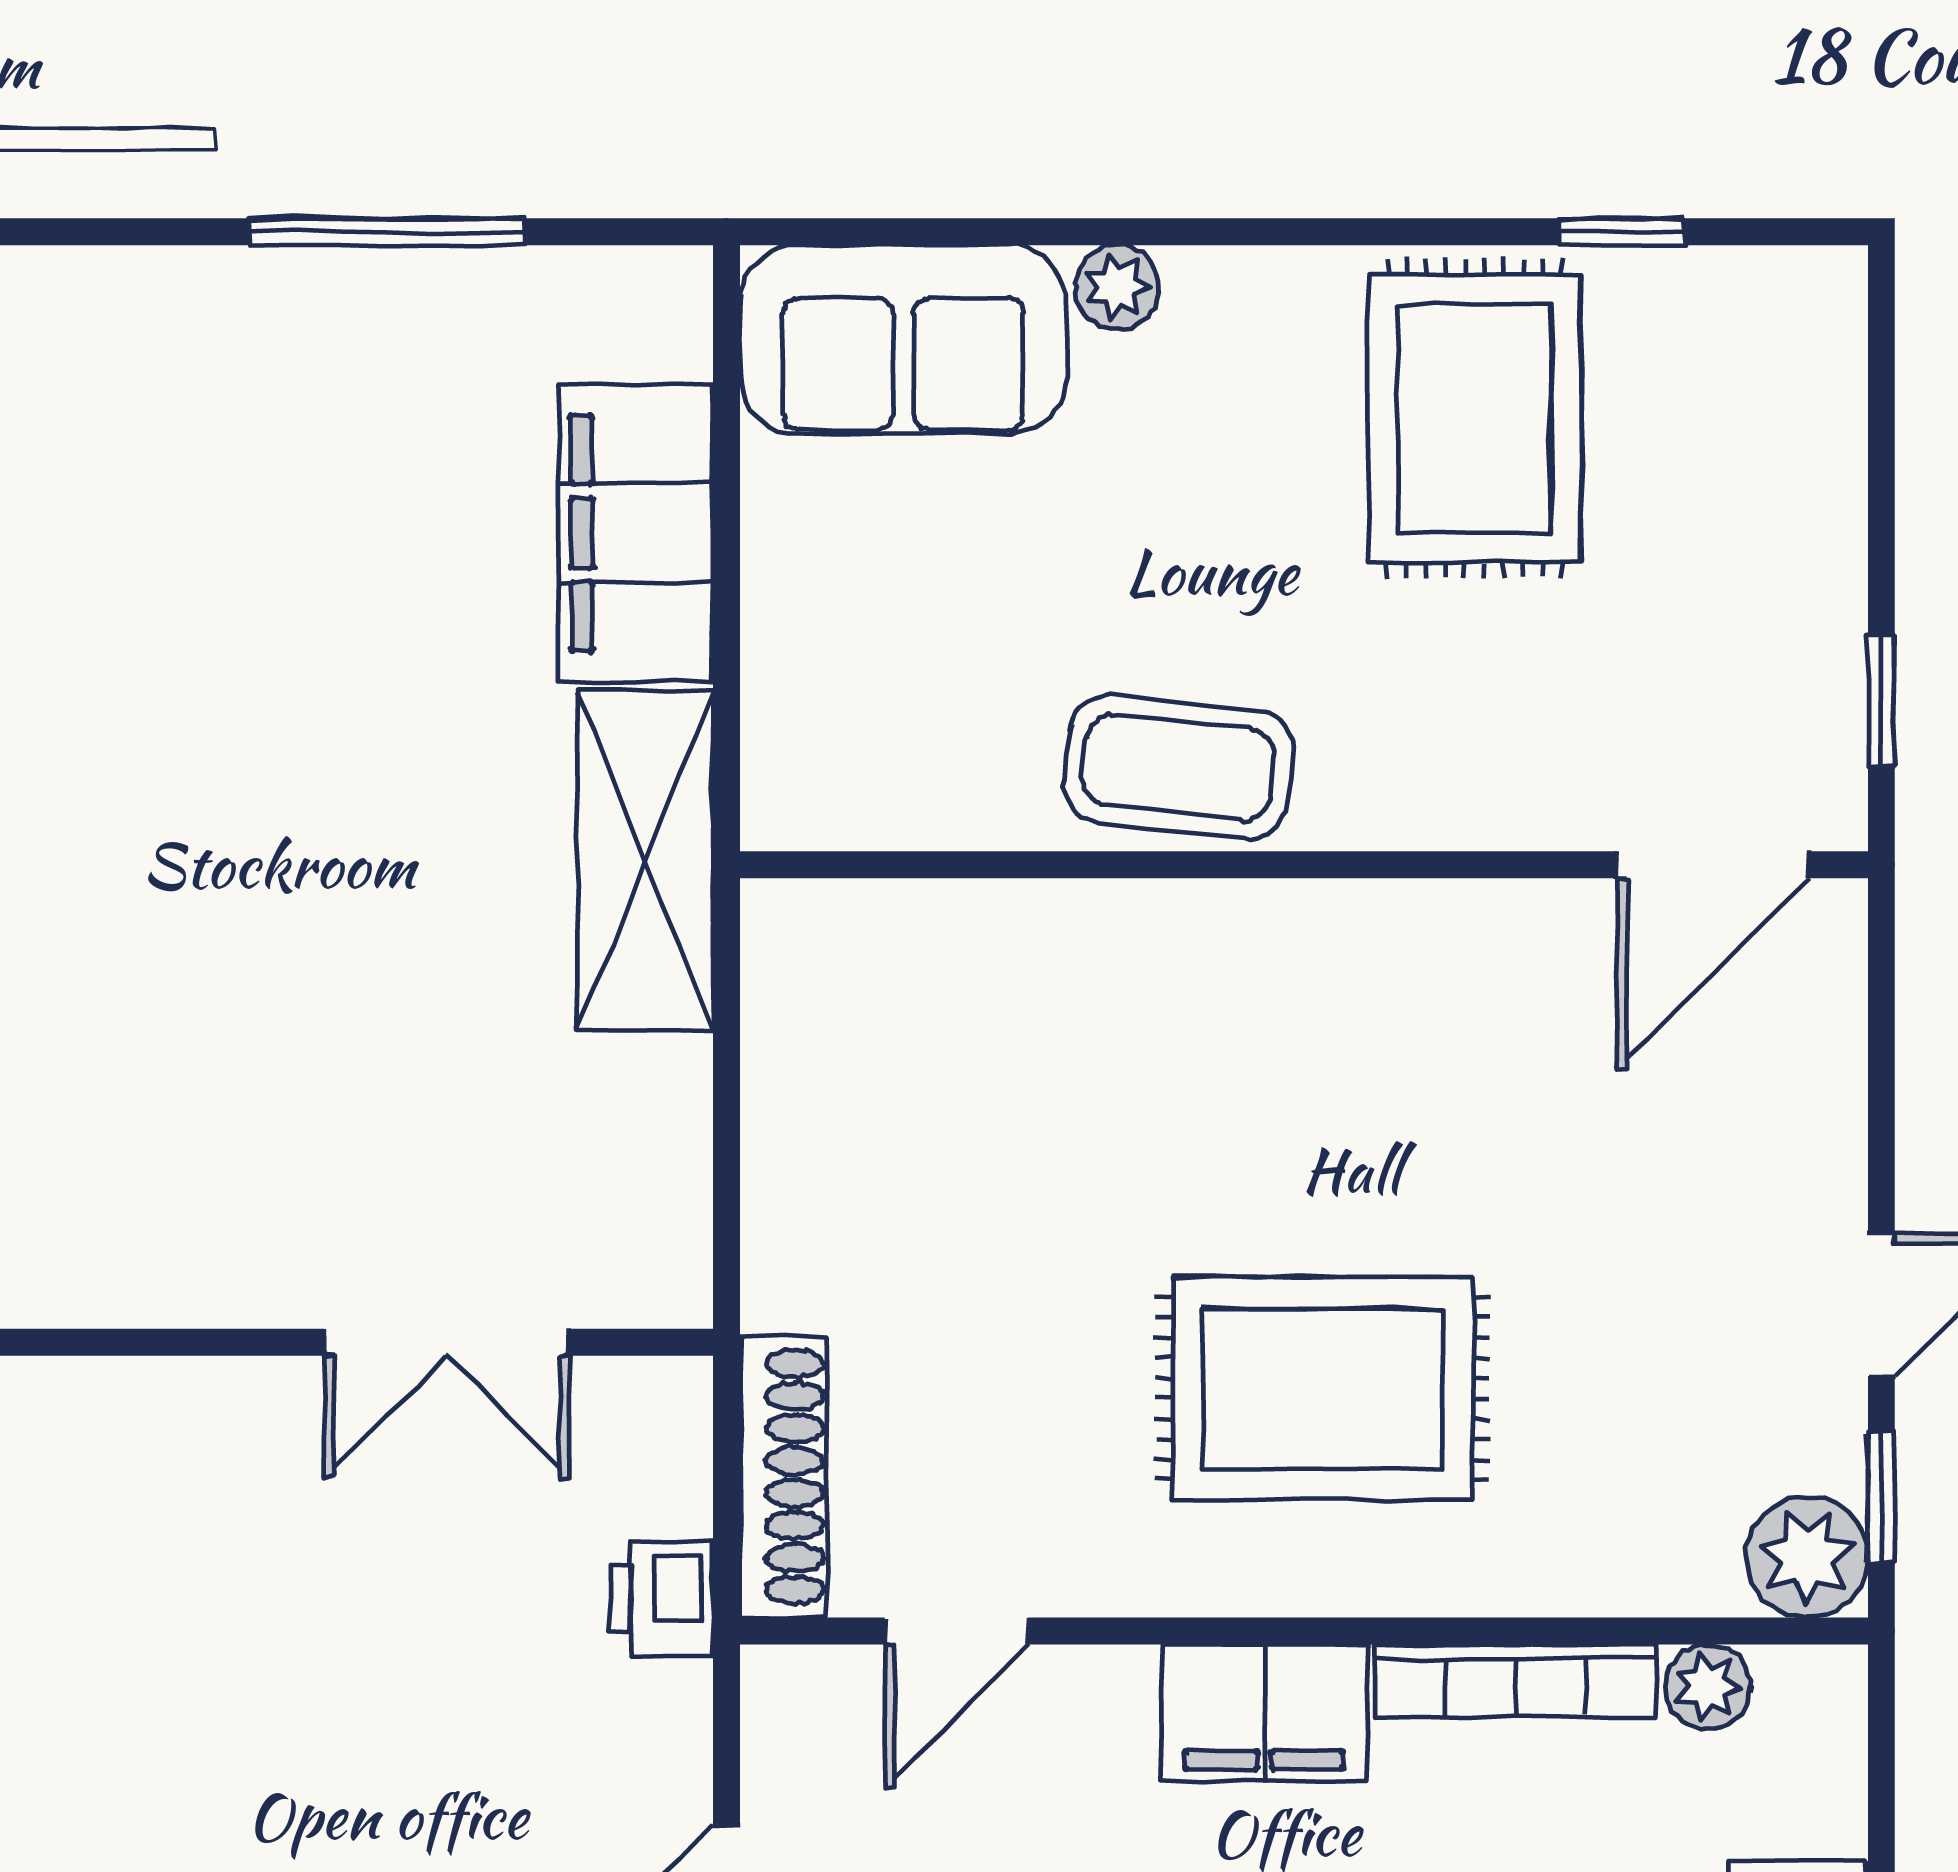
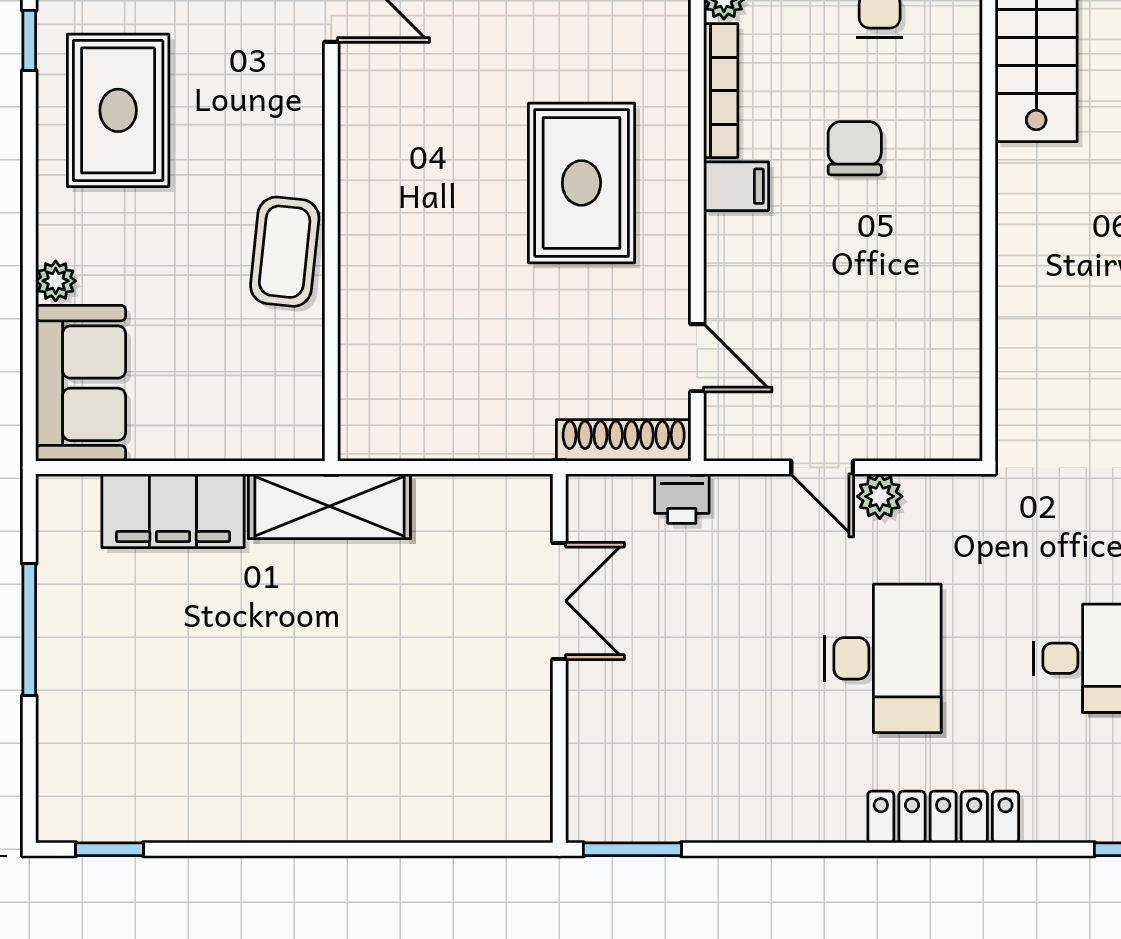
rug: (1474, 418) -> (118, 110), turned 90
filing cabinet: (1264, 1712) -> (736, 186), width x0.50

